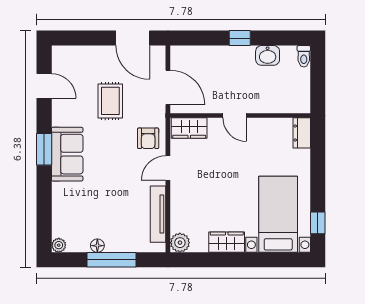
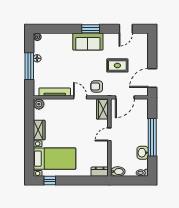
window: (240, 38) -> (152, 137), width x3.17
bidet: (301, 100) -> (118, 172), added

